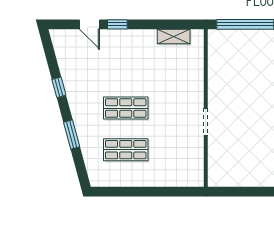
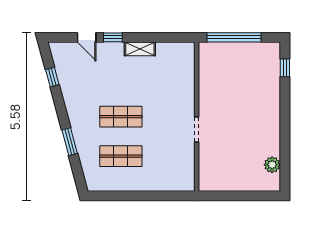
shelving: (174, 36) -> (140, 49), moved
window: (59, 87) -> (52, 77), moved

